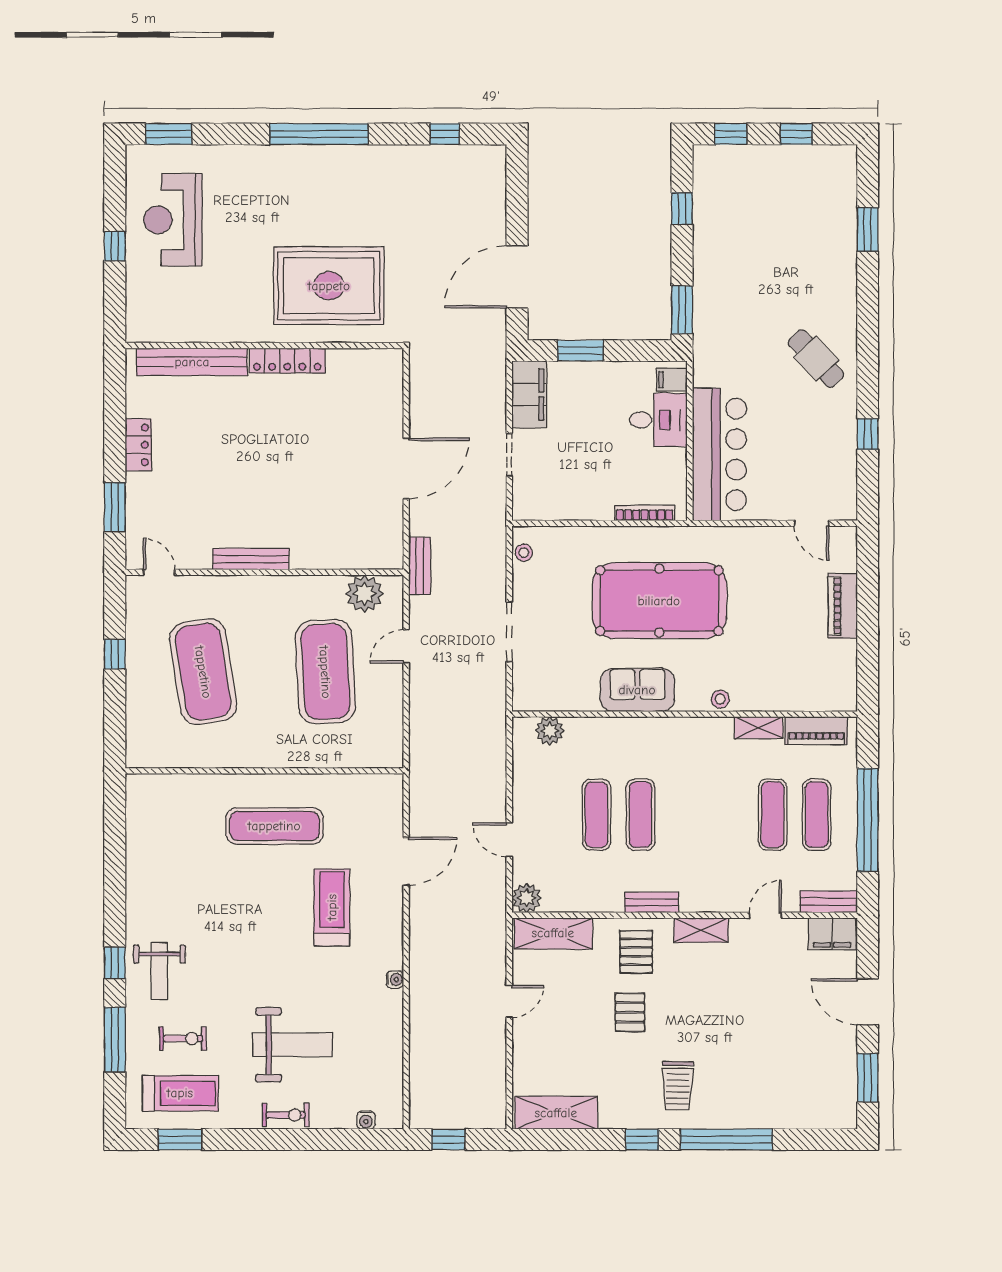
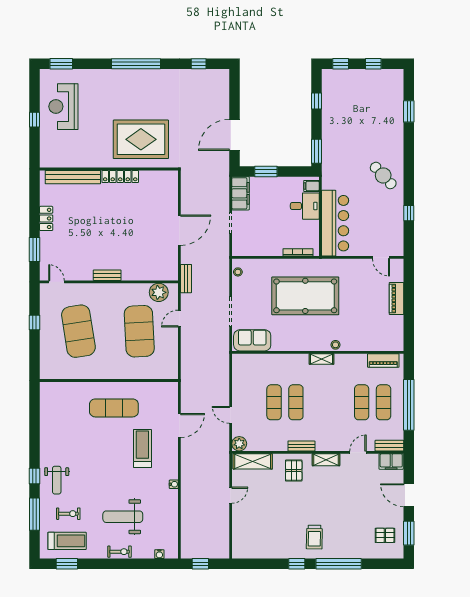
bench: (251, 559) -> (107, 275), width x0.73
sofa: (637, 690) -> (252, 340), moved
shelving: (759, 728) -> (321, 359), moved
plant: (550, 731) -> (251, 361), removed
pallet: (630, 1012) -> (385, 535), moved, turned 90
weight bench: (292, 1045) -> (123, 517), turned 180
shelving: (556, 1113) -> (254, 551), removed

